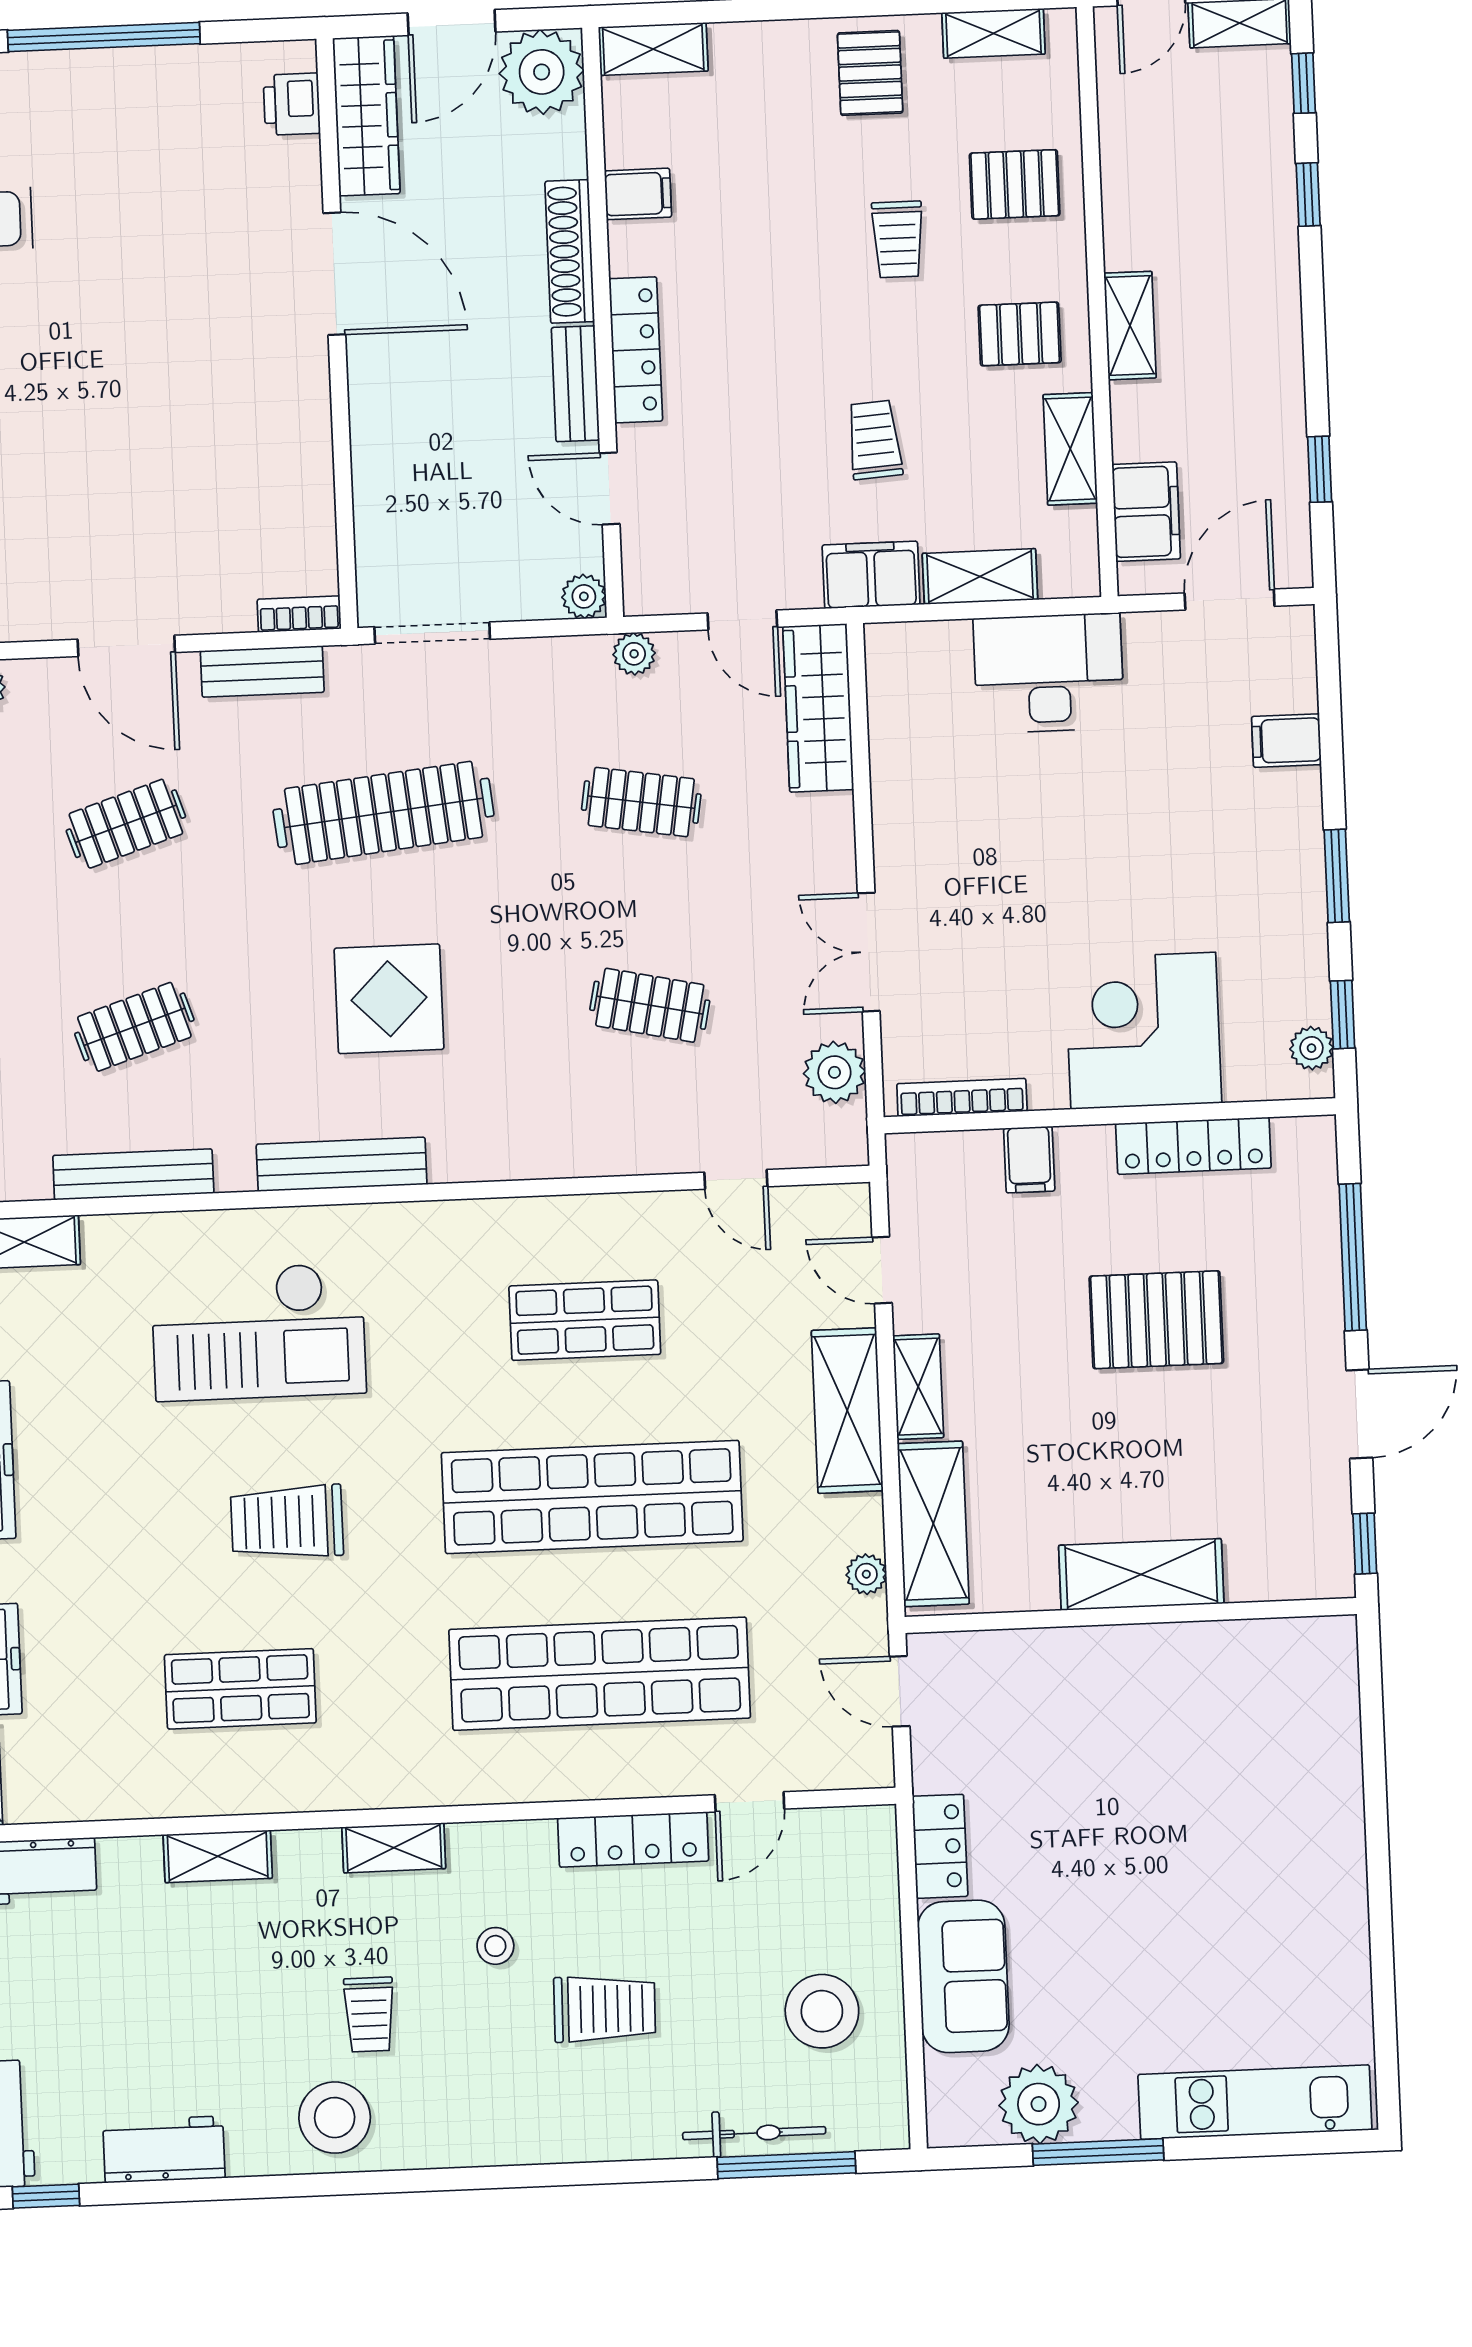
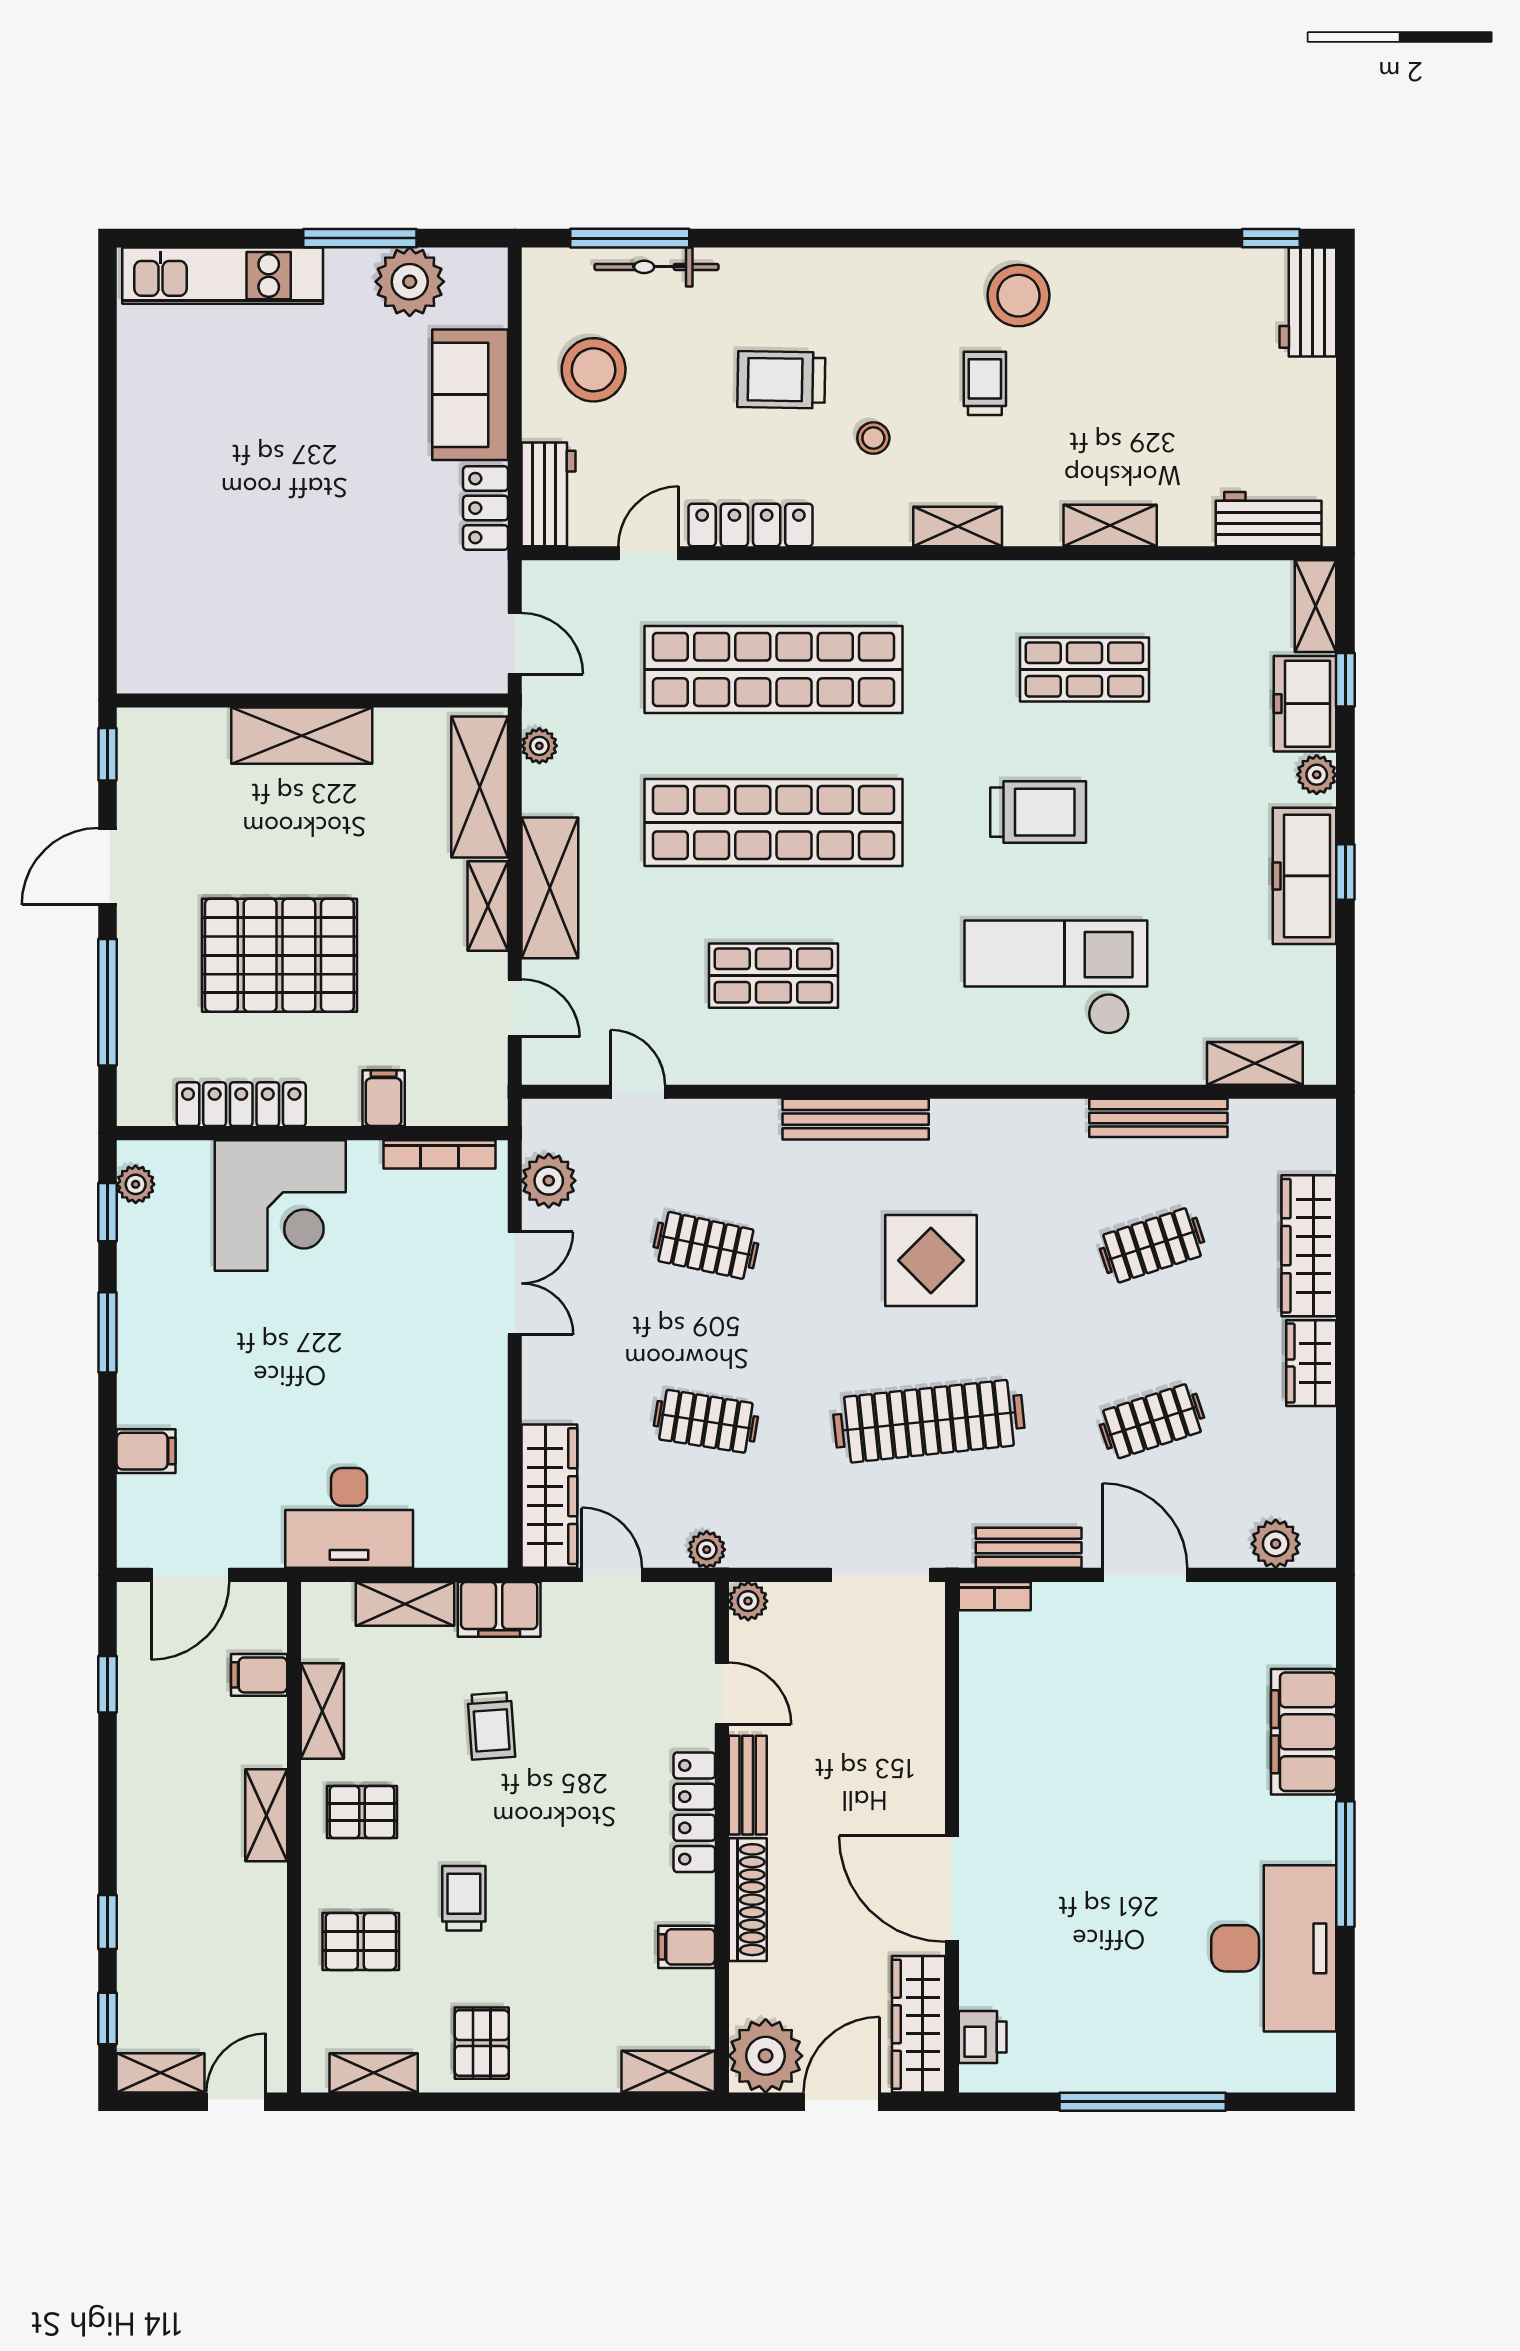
filing cabinet: (1146, 512) -> (259, 1675), width x0.50
bench: (342, 1164) -> (856, 1119), moved
pallet: (1156, 1320) -> (279, 955), width x1.37, depth x1.41
workbench: (164, 2149) -> (549, 494), moved, turned -90

